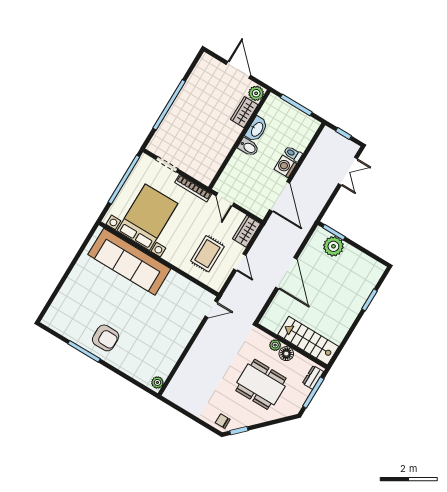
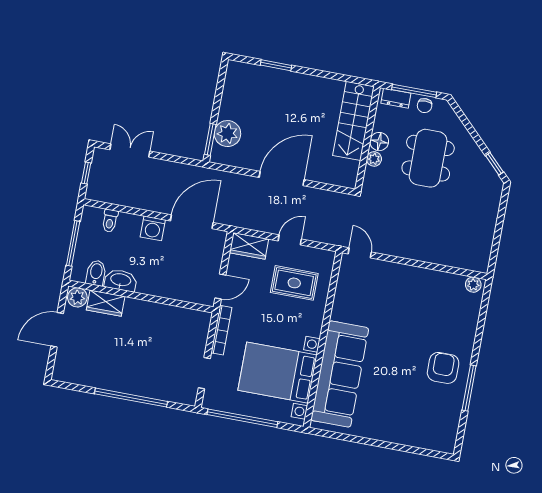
bidet: (248, 147) -> (96, 273), moved
toilet: (293, 154) -> (110, 221), moved
chair: (223, 421) -> (425, 106), moved

